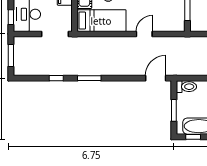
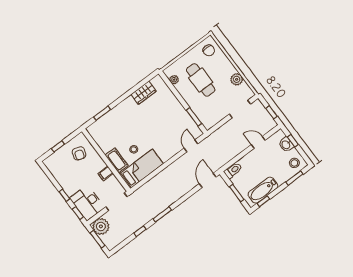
door: (144, 34) -> (191, 146), moved
plant: (23, 46) -> (101, 226), added

